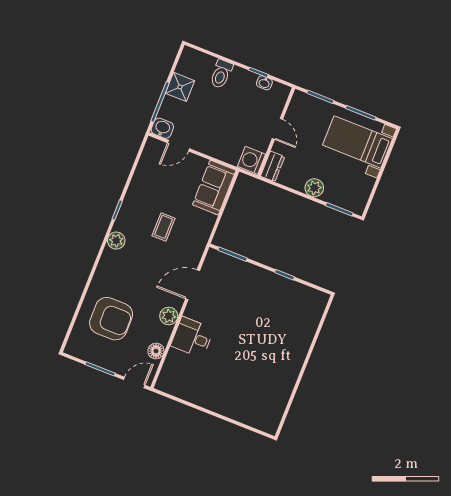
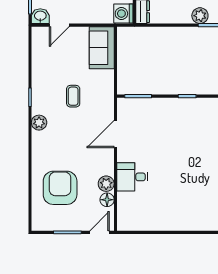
plant: (314, 188) -> (200, 16), moved
plant: (169, 316) -> (106, 184), moved
armchair: (111, 319) -> (60, 188), turned -90

